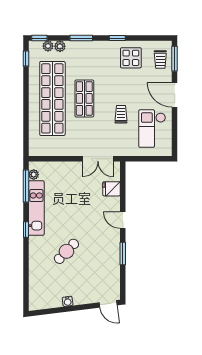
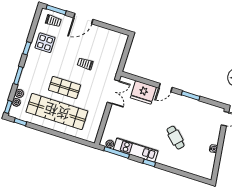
checkout: (152, 129) -> (103, 44), removed
fridge: (111, 189) -> (143, 92), width x1.88, depth x1.34

